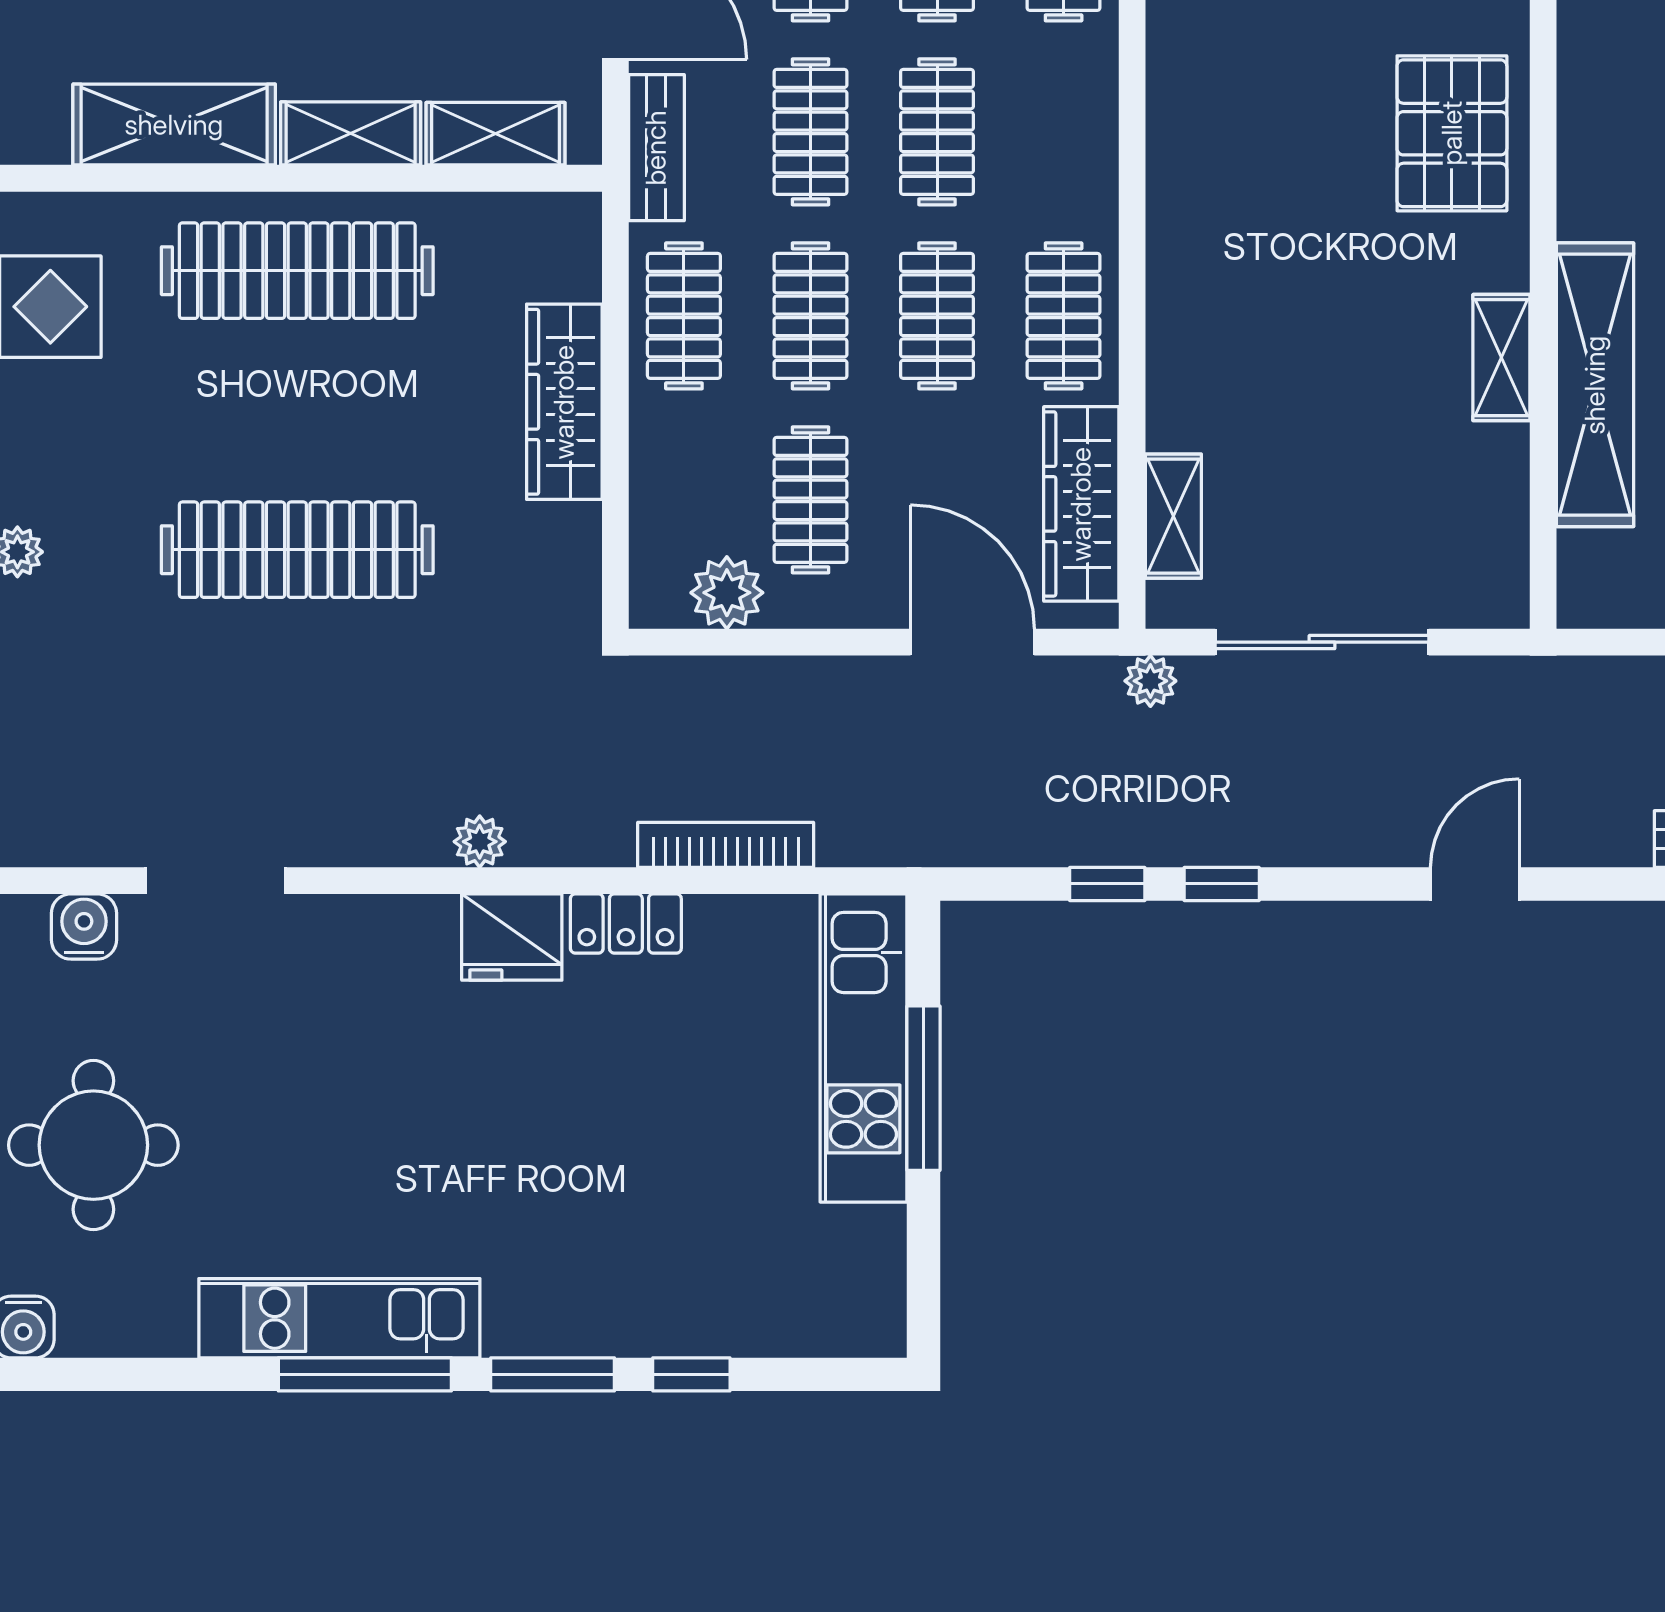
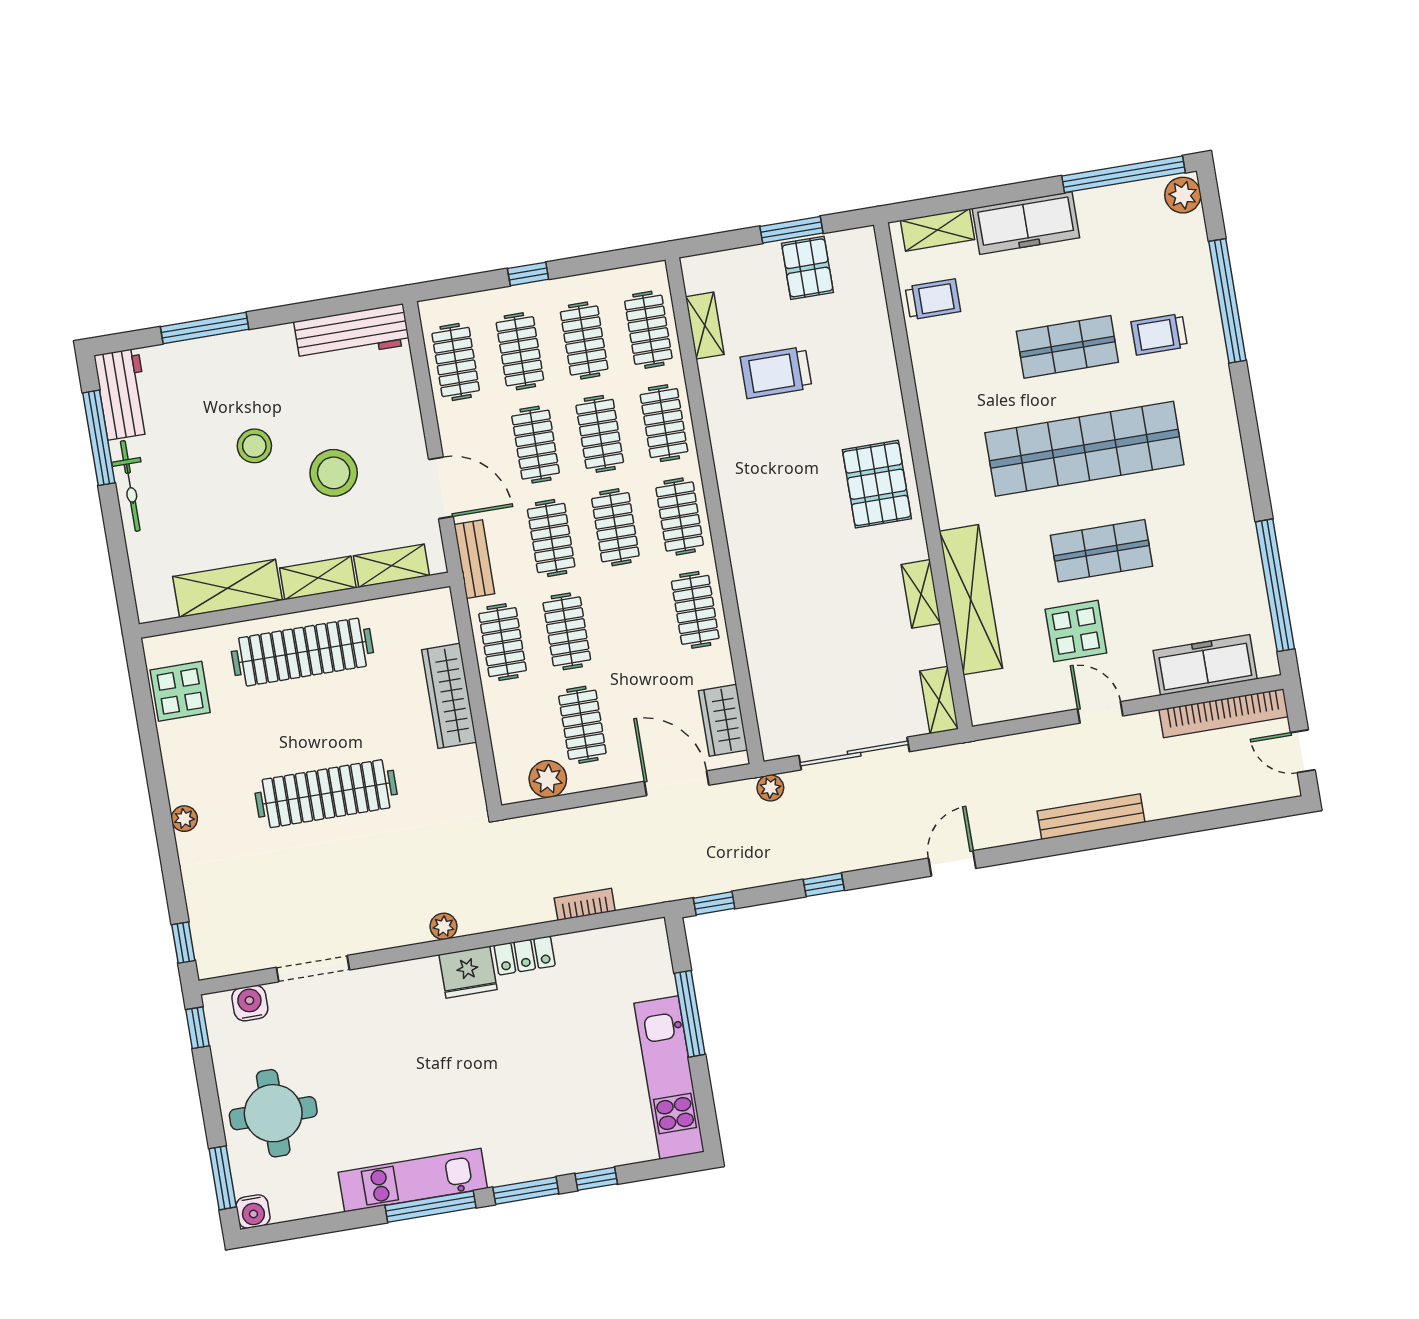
clothes rail: (937, 316) -> (680, 517), moved
wardrobe: (1081, 504) -> (723, 720), width x0.67
shelving: (1173, 516) -> (939, 700), moved
bookcase: (726, 845) -> (585, 904), width x0.64
window: (1107, 884) -> (714, 903), moved
kitchen unit: (863, 1048) -> (669, 1078), moved

